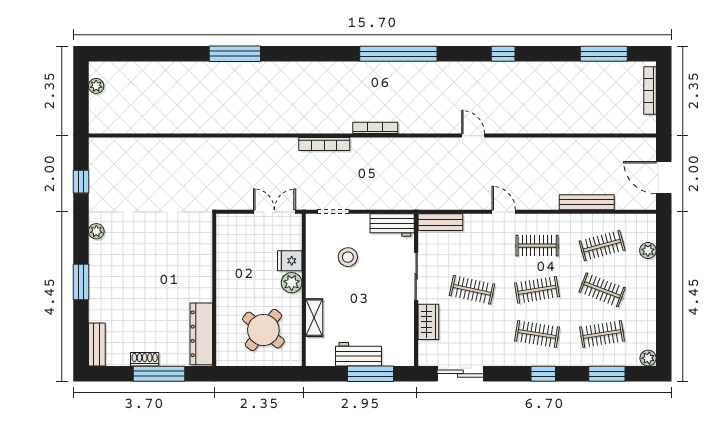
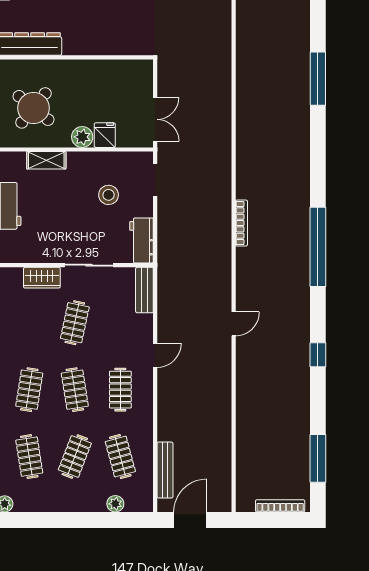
bookcase: (324, 144) -> (225, 171), removed
bench: (587, 202) -> (165, 470), moved

